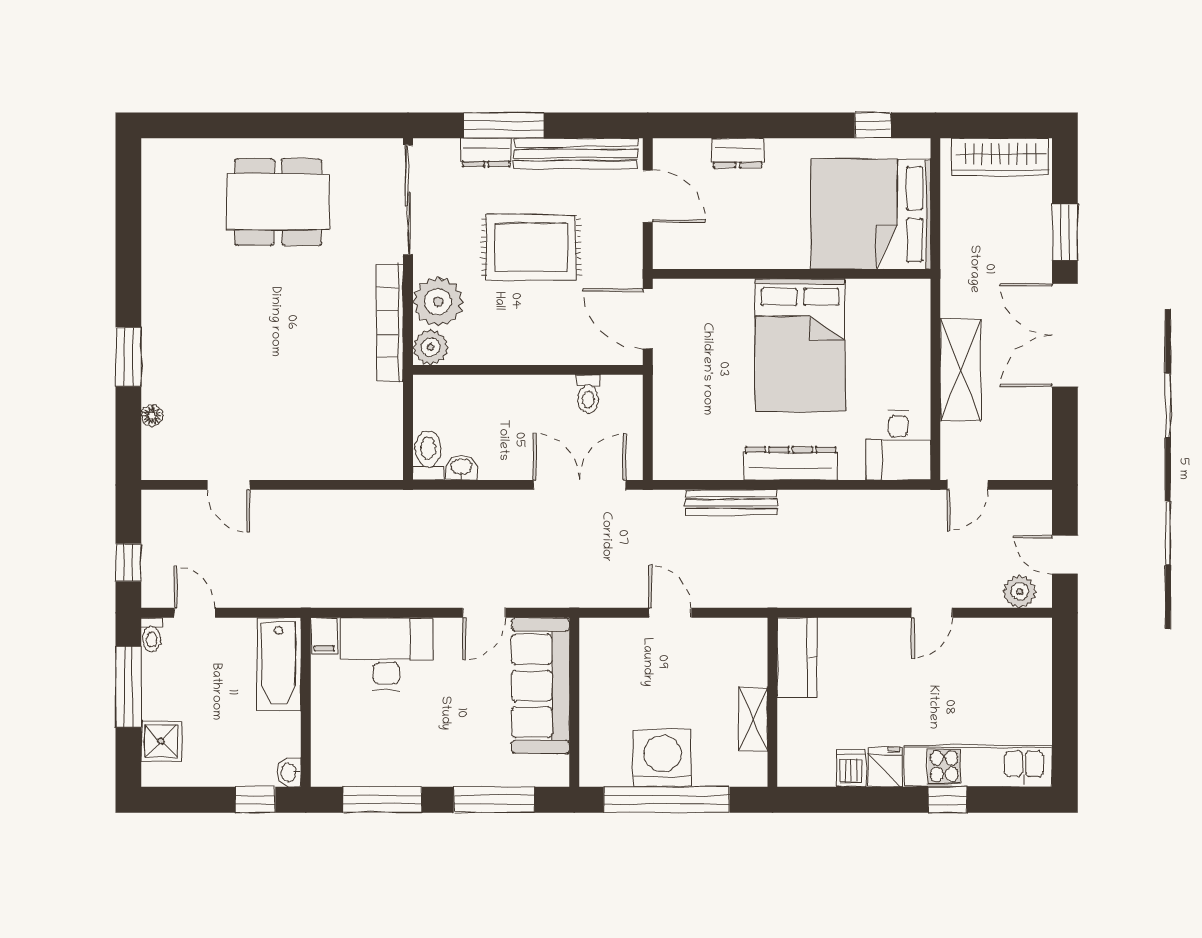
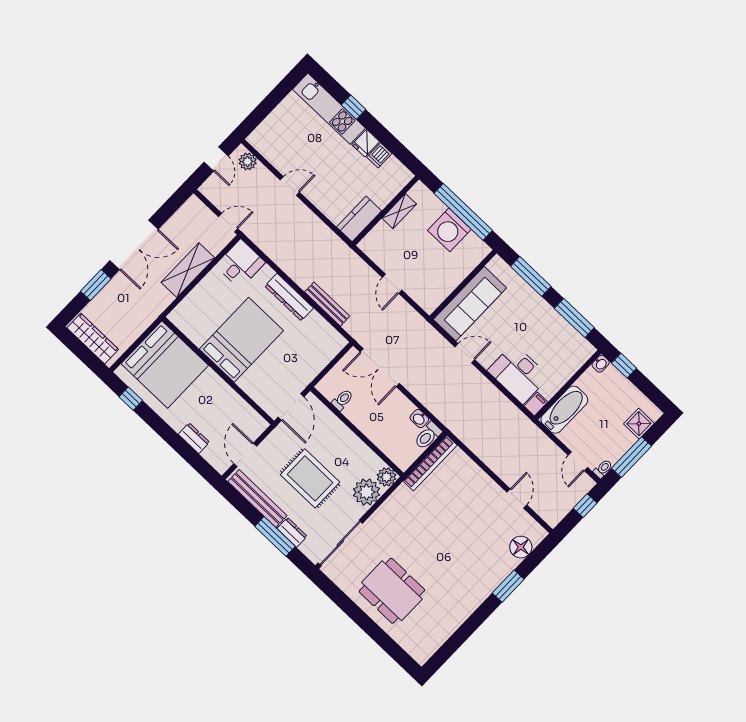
bookcase: (390, 322) -> (430, 463), moved
floor lamp: (152, 416) -> (521, 547), width x1.89, depth x1.89

